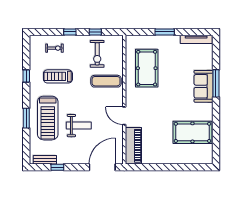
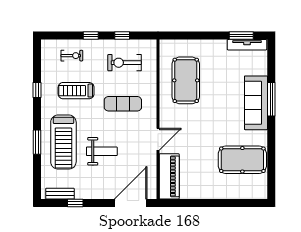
window: (165, 32) -> (241, 36), moved
exercise bike: (97, 54) -> (125, 63), turned 90
exercise mat: (106, 81) -> (123, 104), moved
sofa: (203, 86) -> (256, 103), width x1.36
door: (124, 116) -> (158, 139), swing flipped

